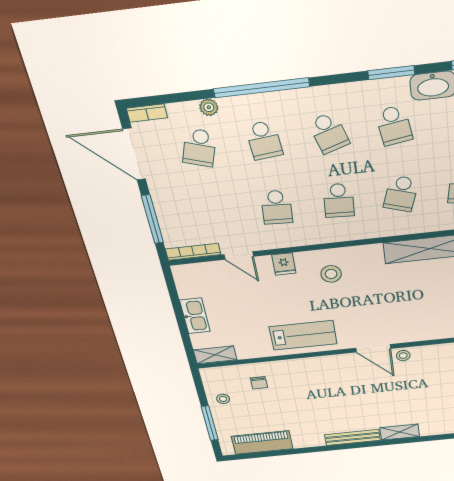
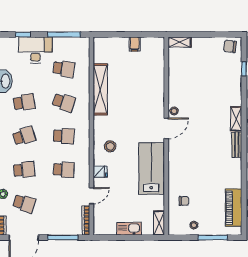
lab bench: (303, 335) -> (151, 168), width x1.36, depth x1.39
bench: (352, 437) -> (237, 145), width x0.73

